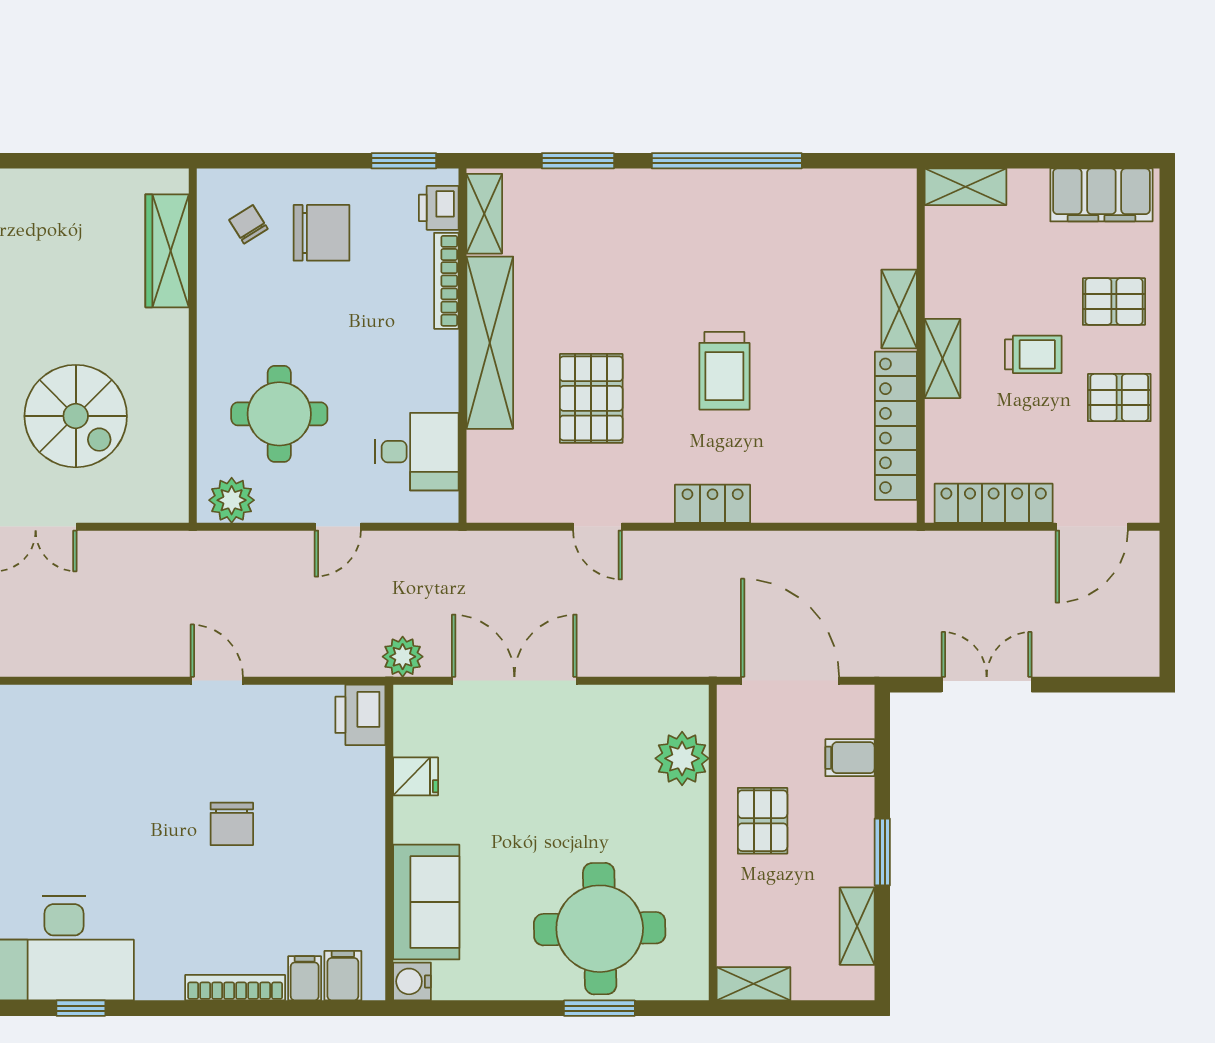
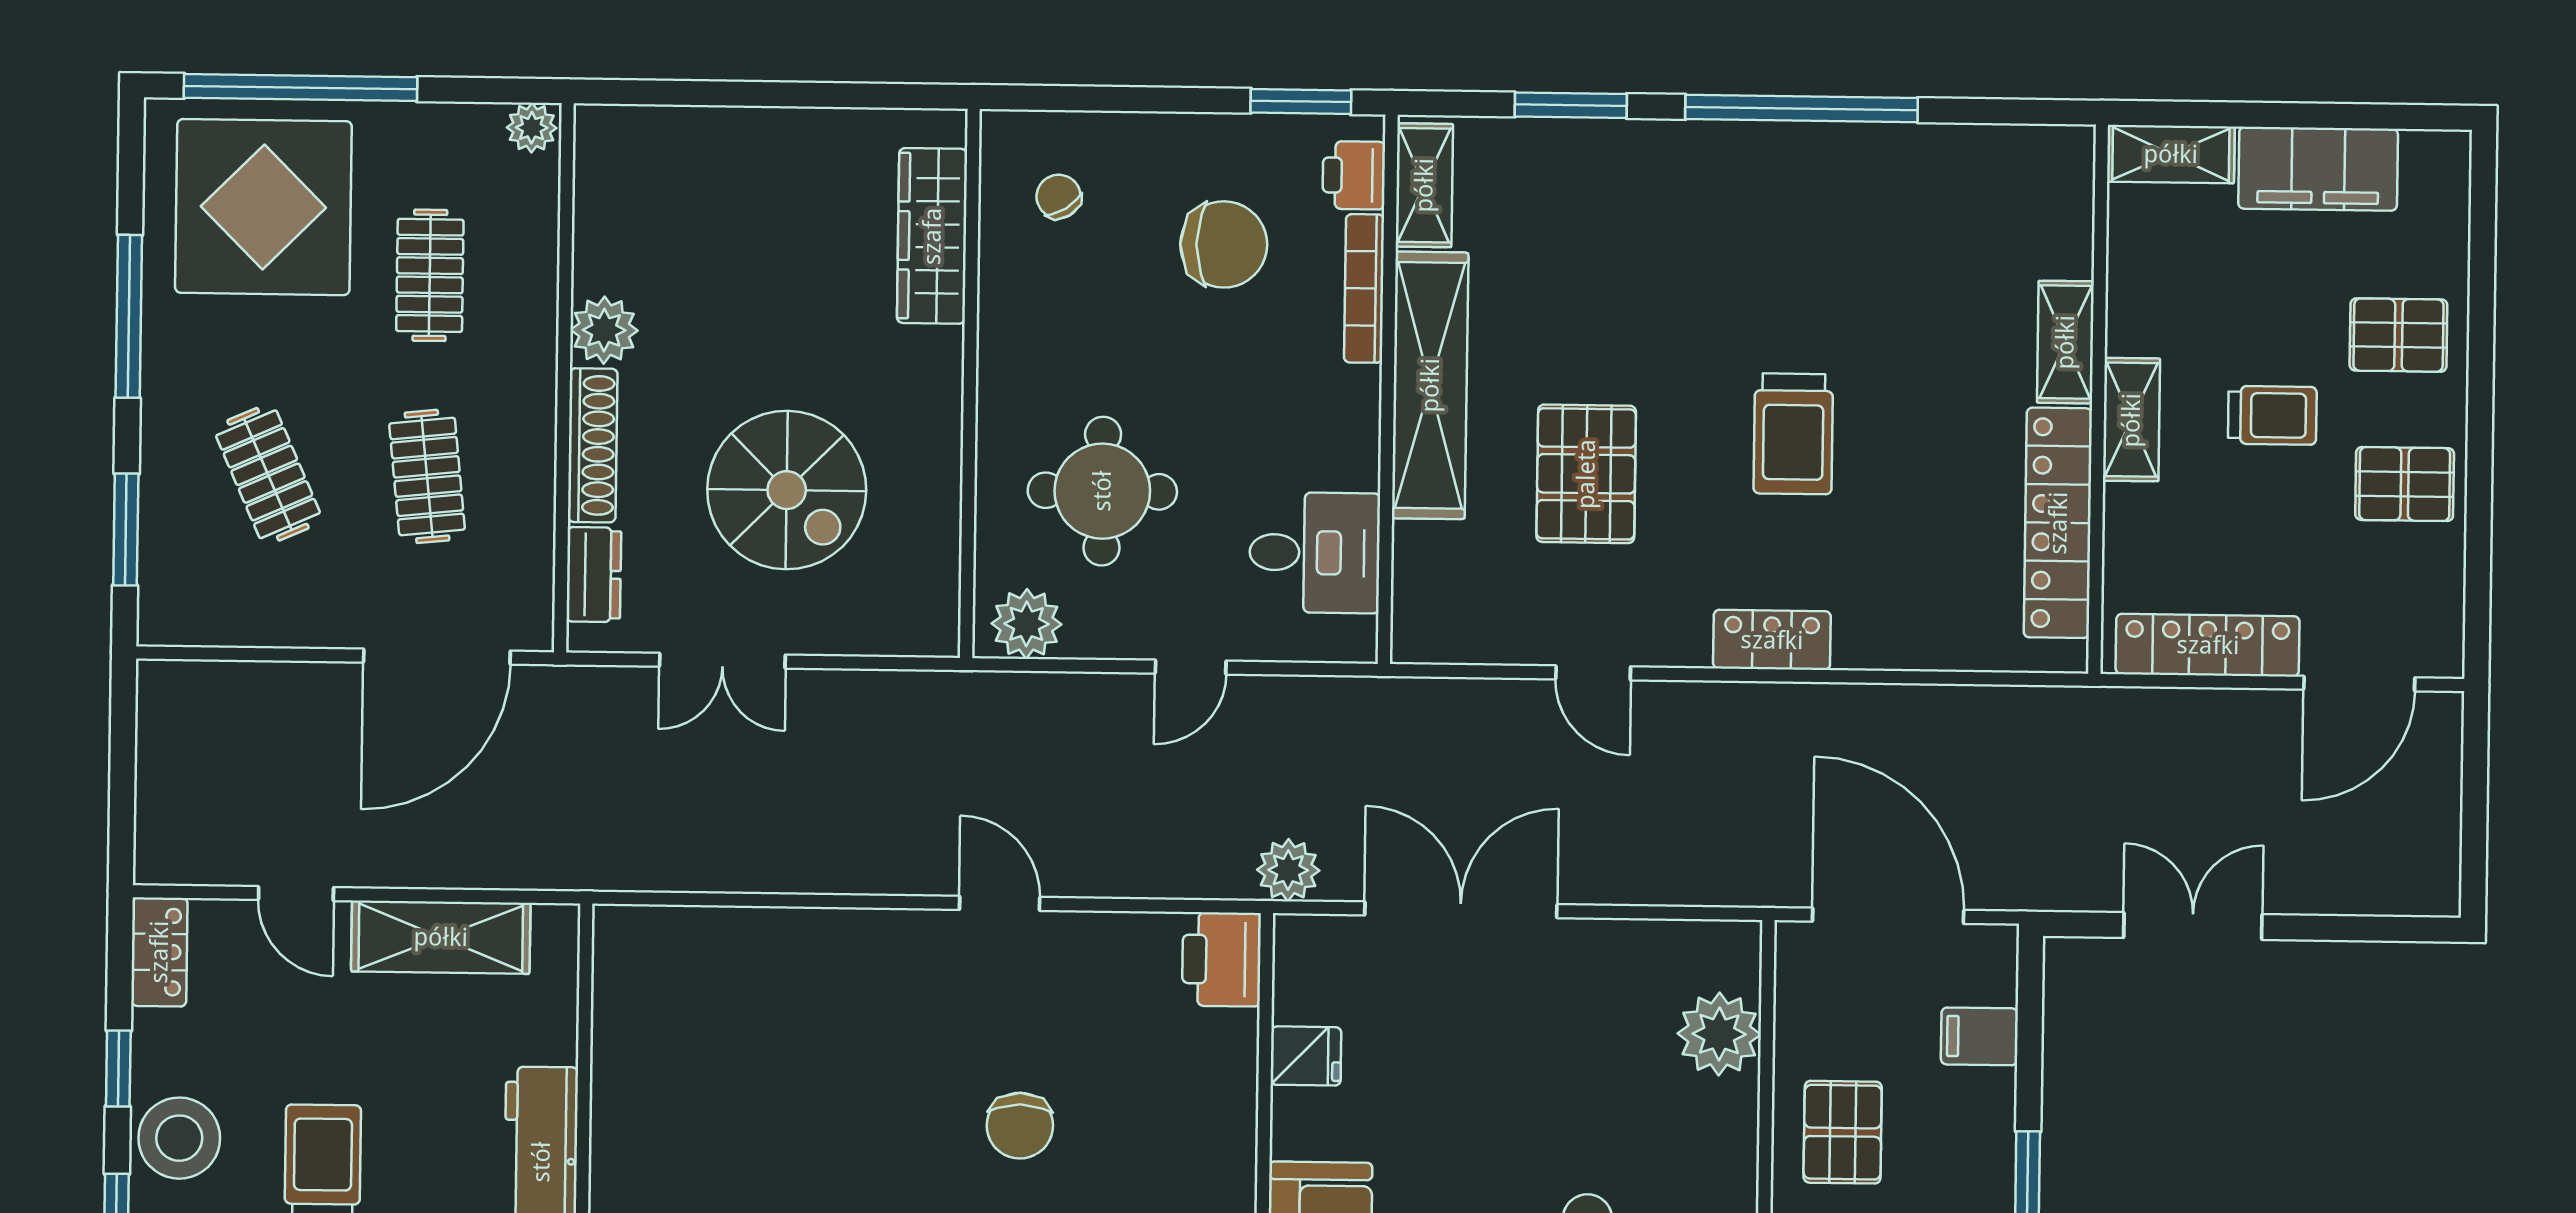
filing cabinet: (1101, 195) -> (2318, 169), moved
chair: (321, 233) -> (1224, 244), moved

